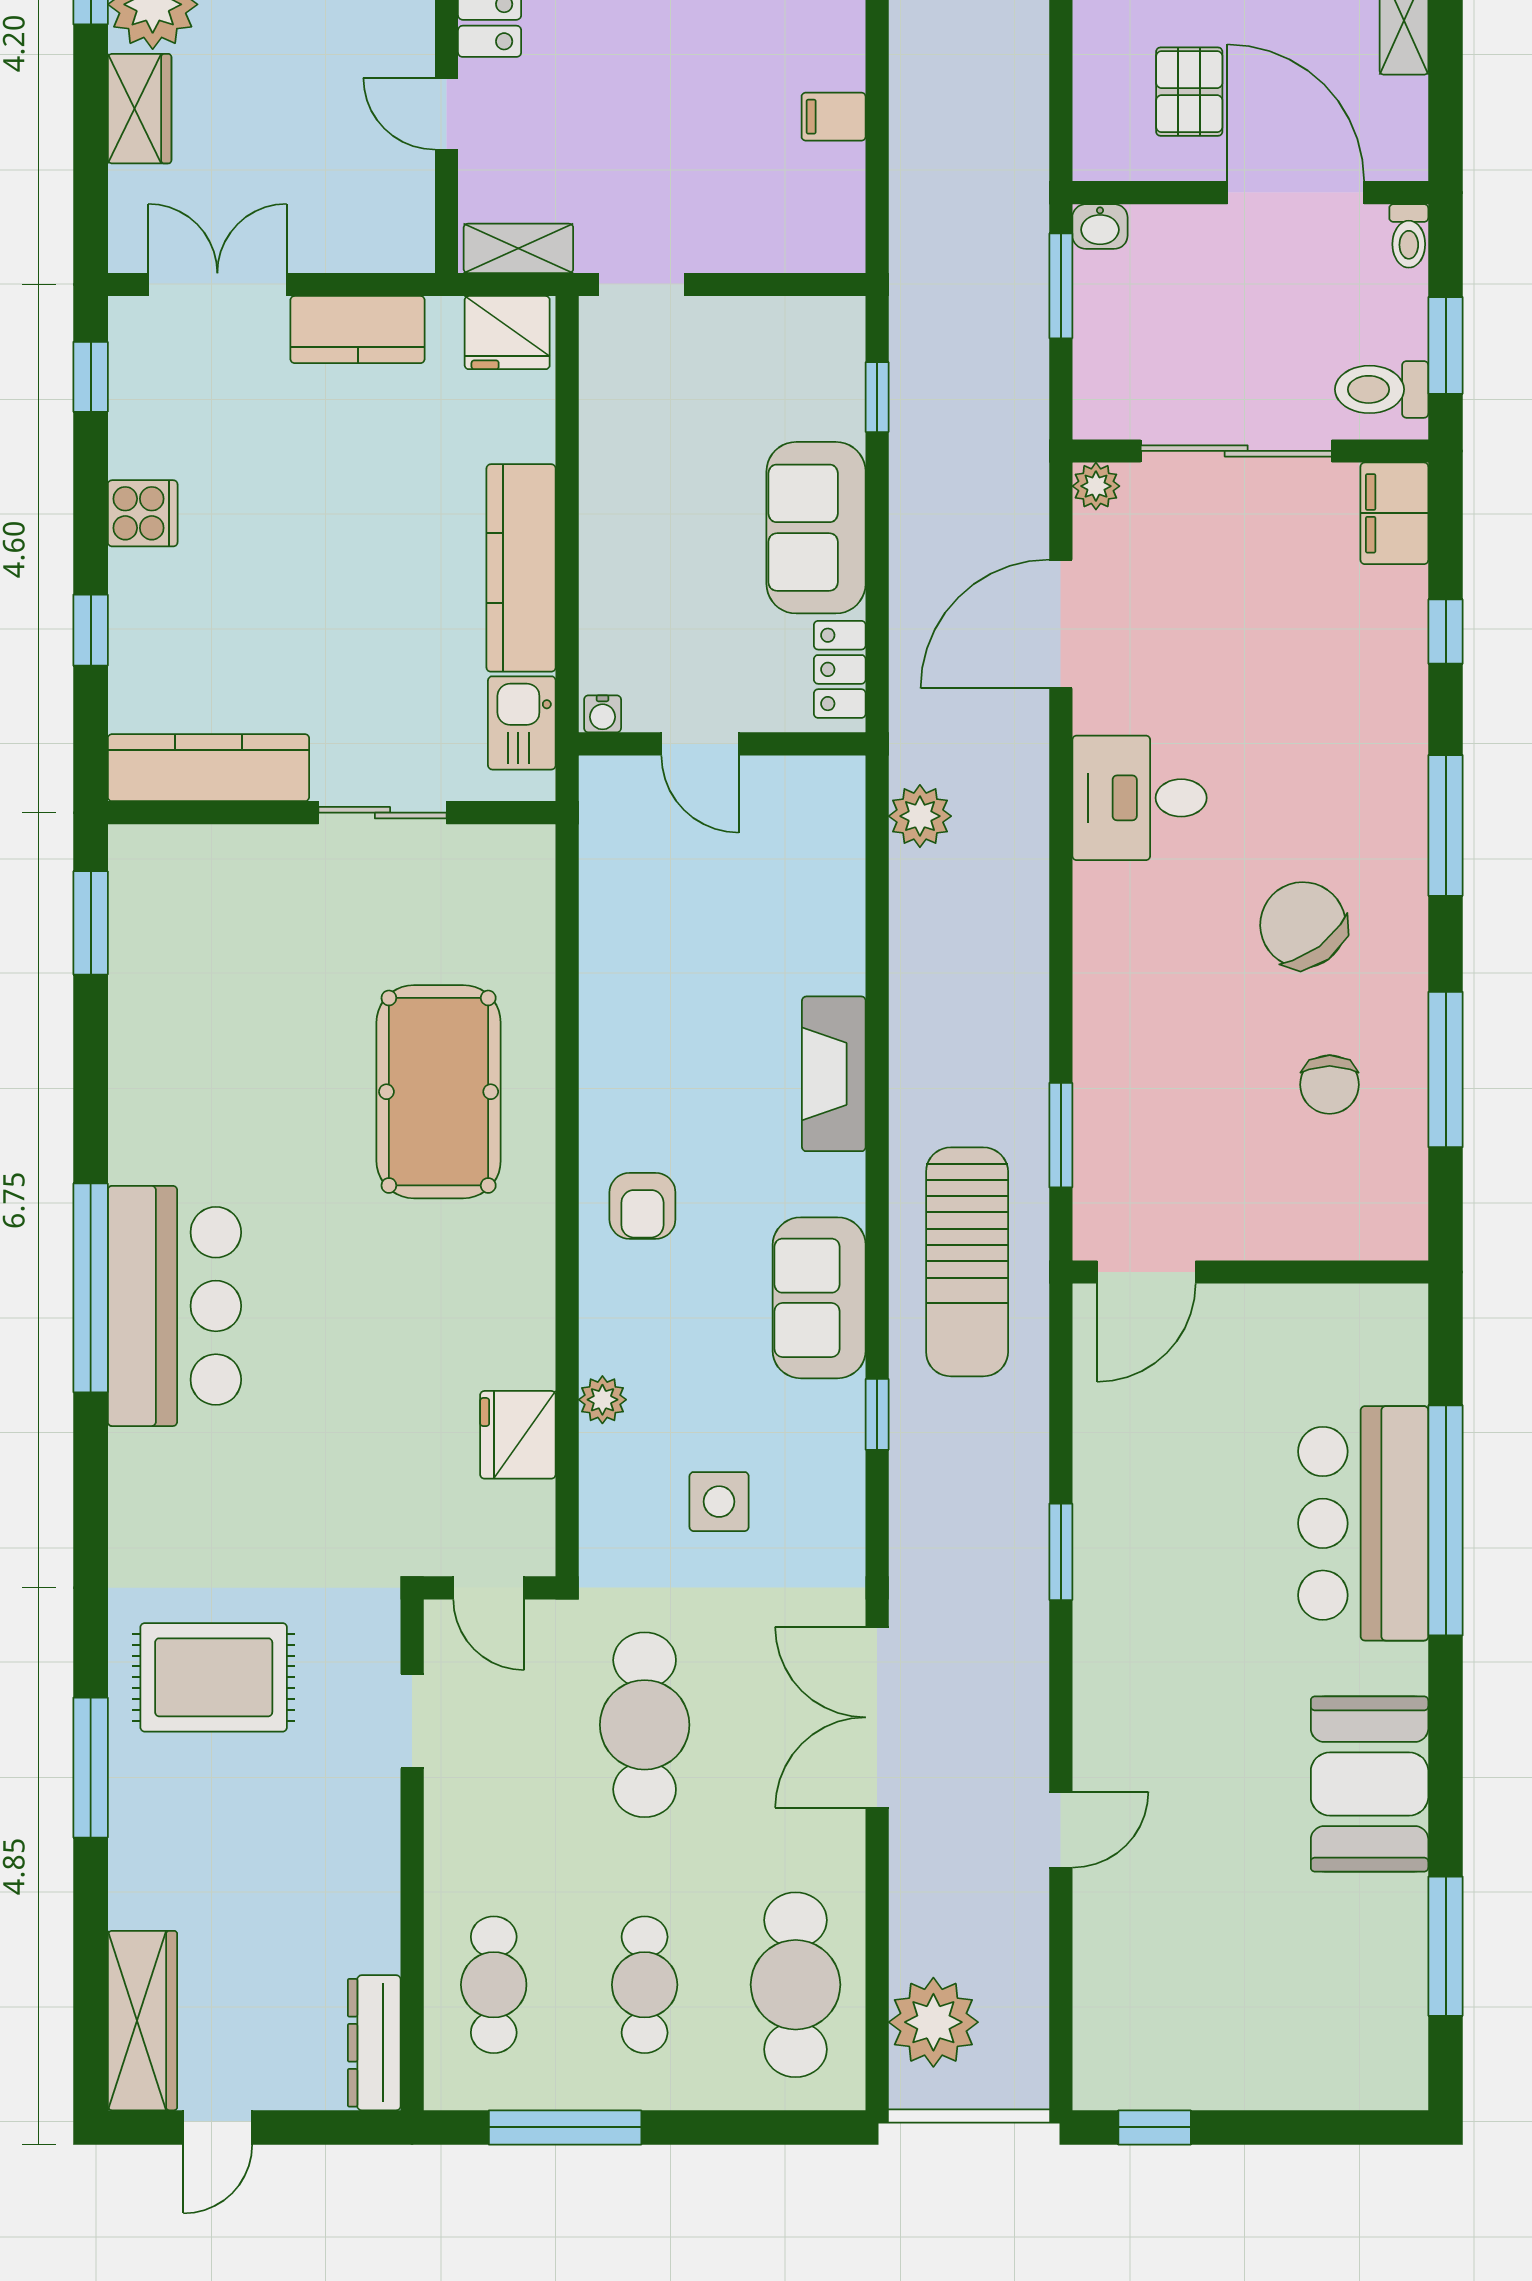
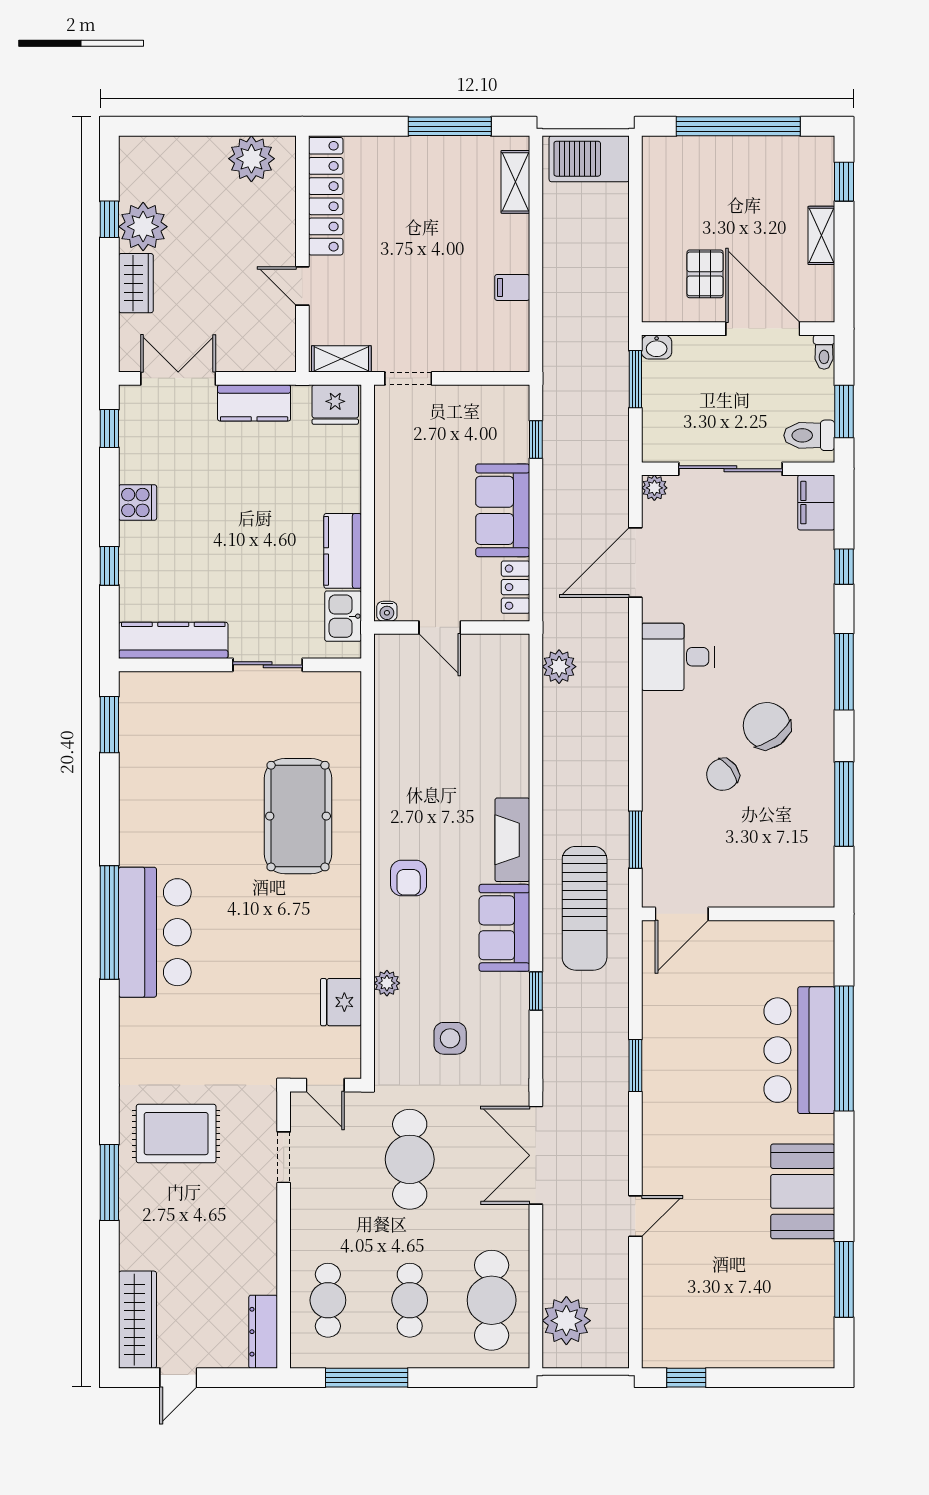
kitchen counter: (521, 568) -> (343, 551), width x0.67
fireplace: (834, 1074) -> (512, 840), moved
chair: (1330, 1085) -> (723, 775), moved, turned 53

